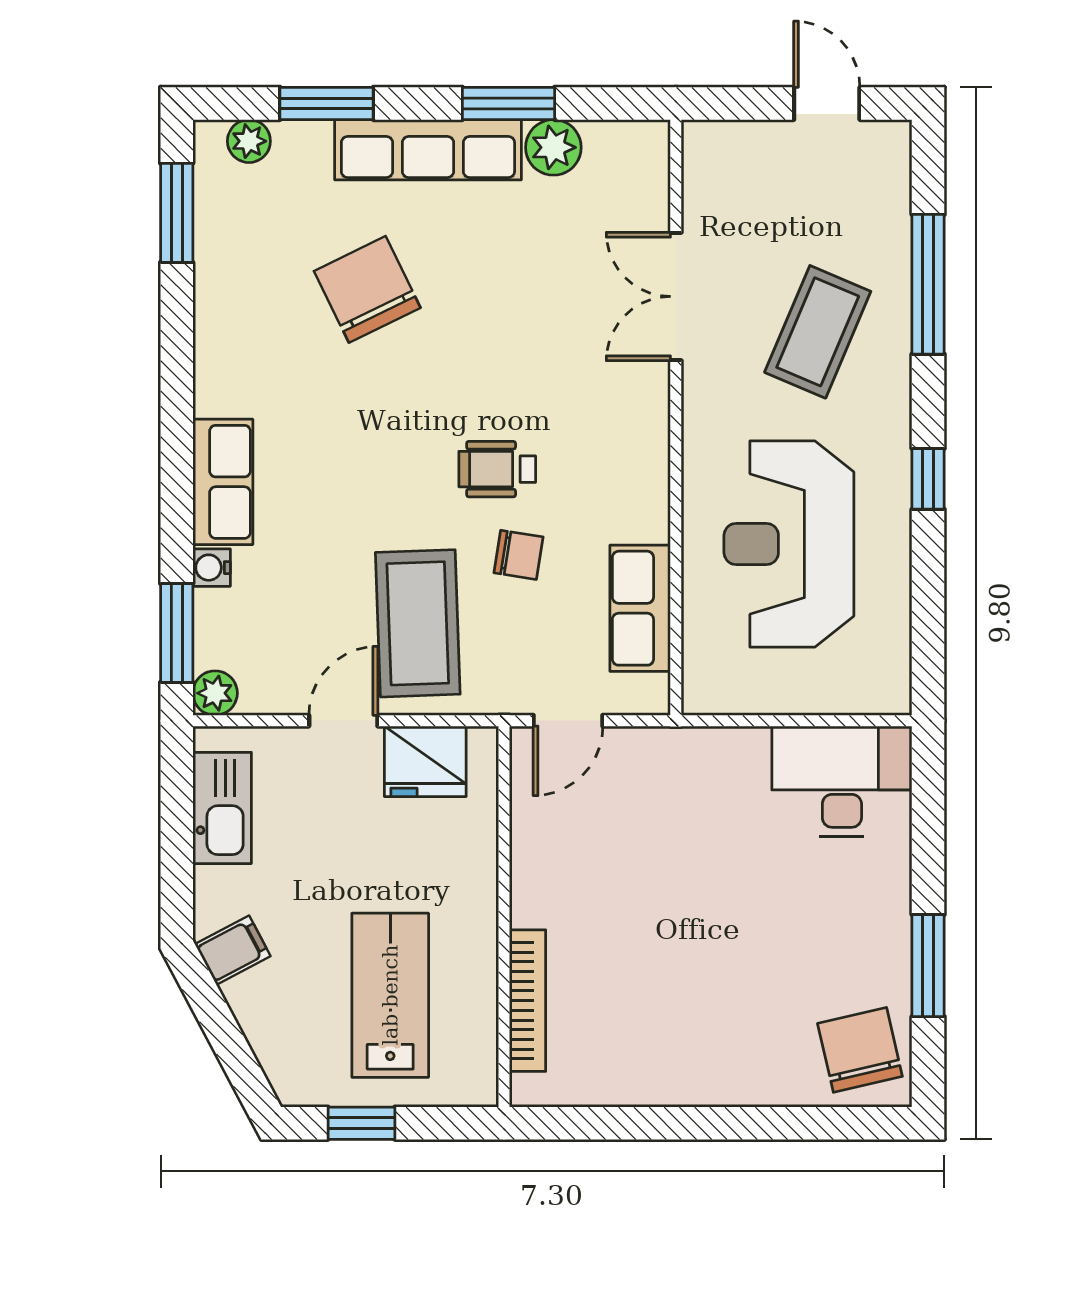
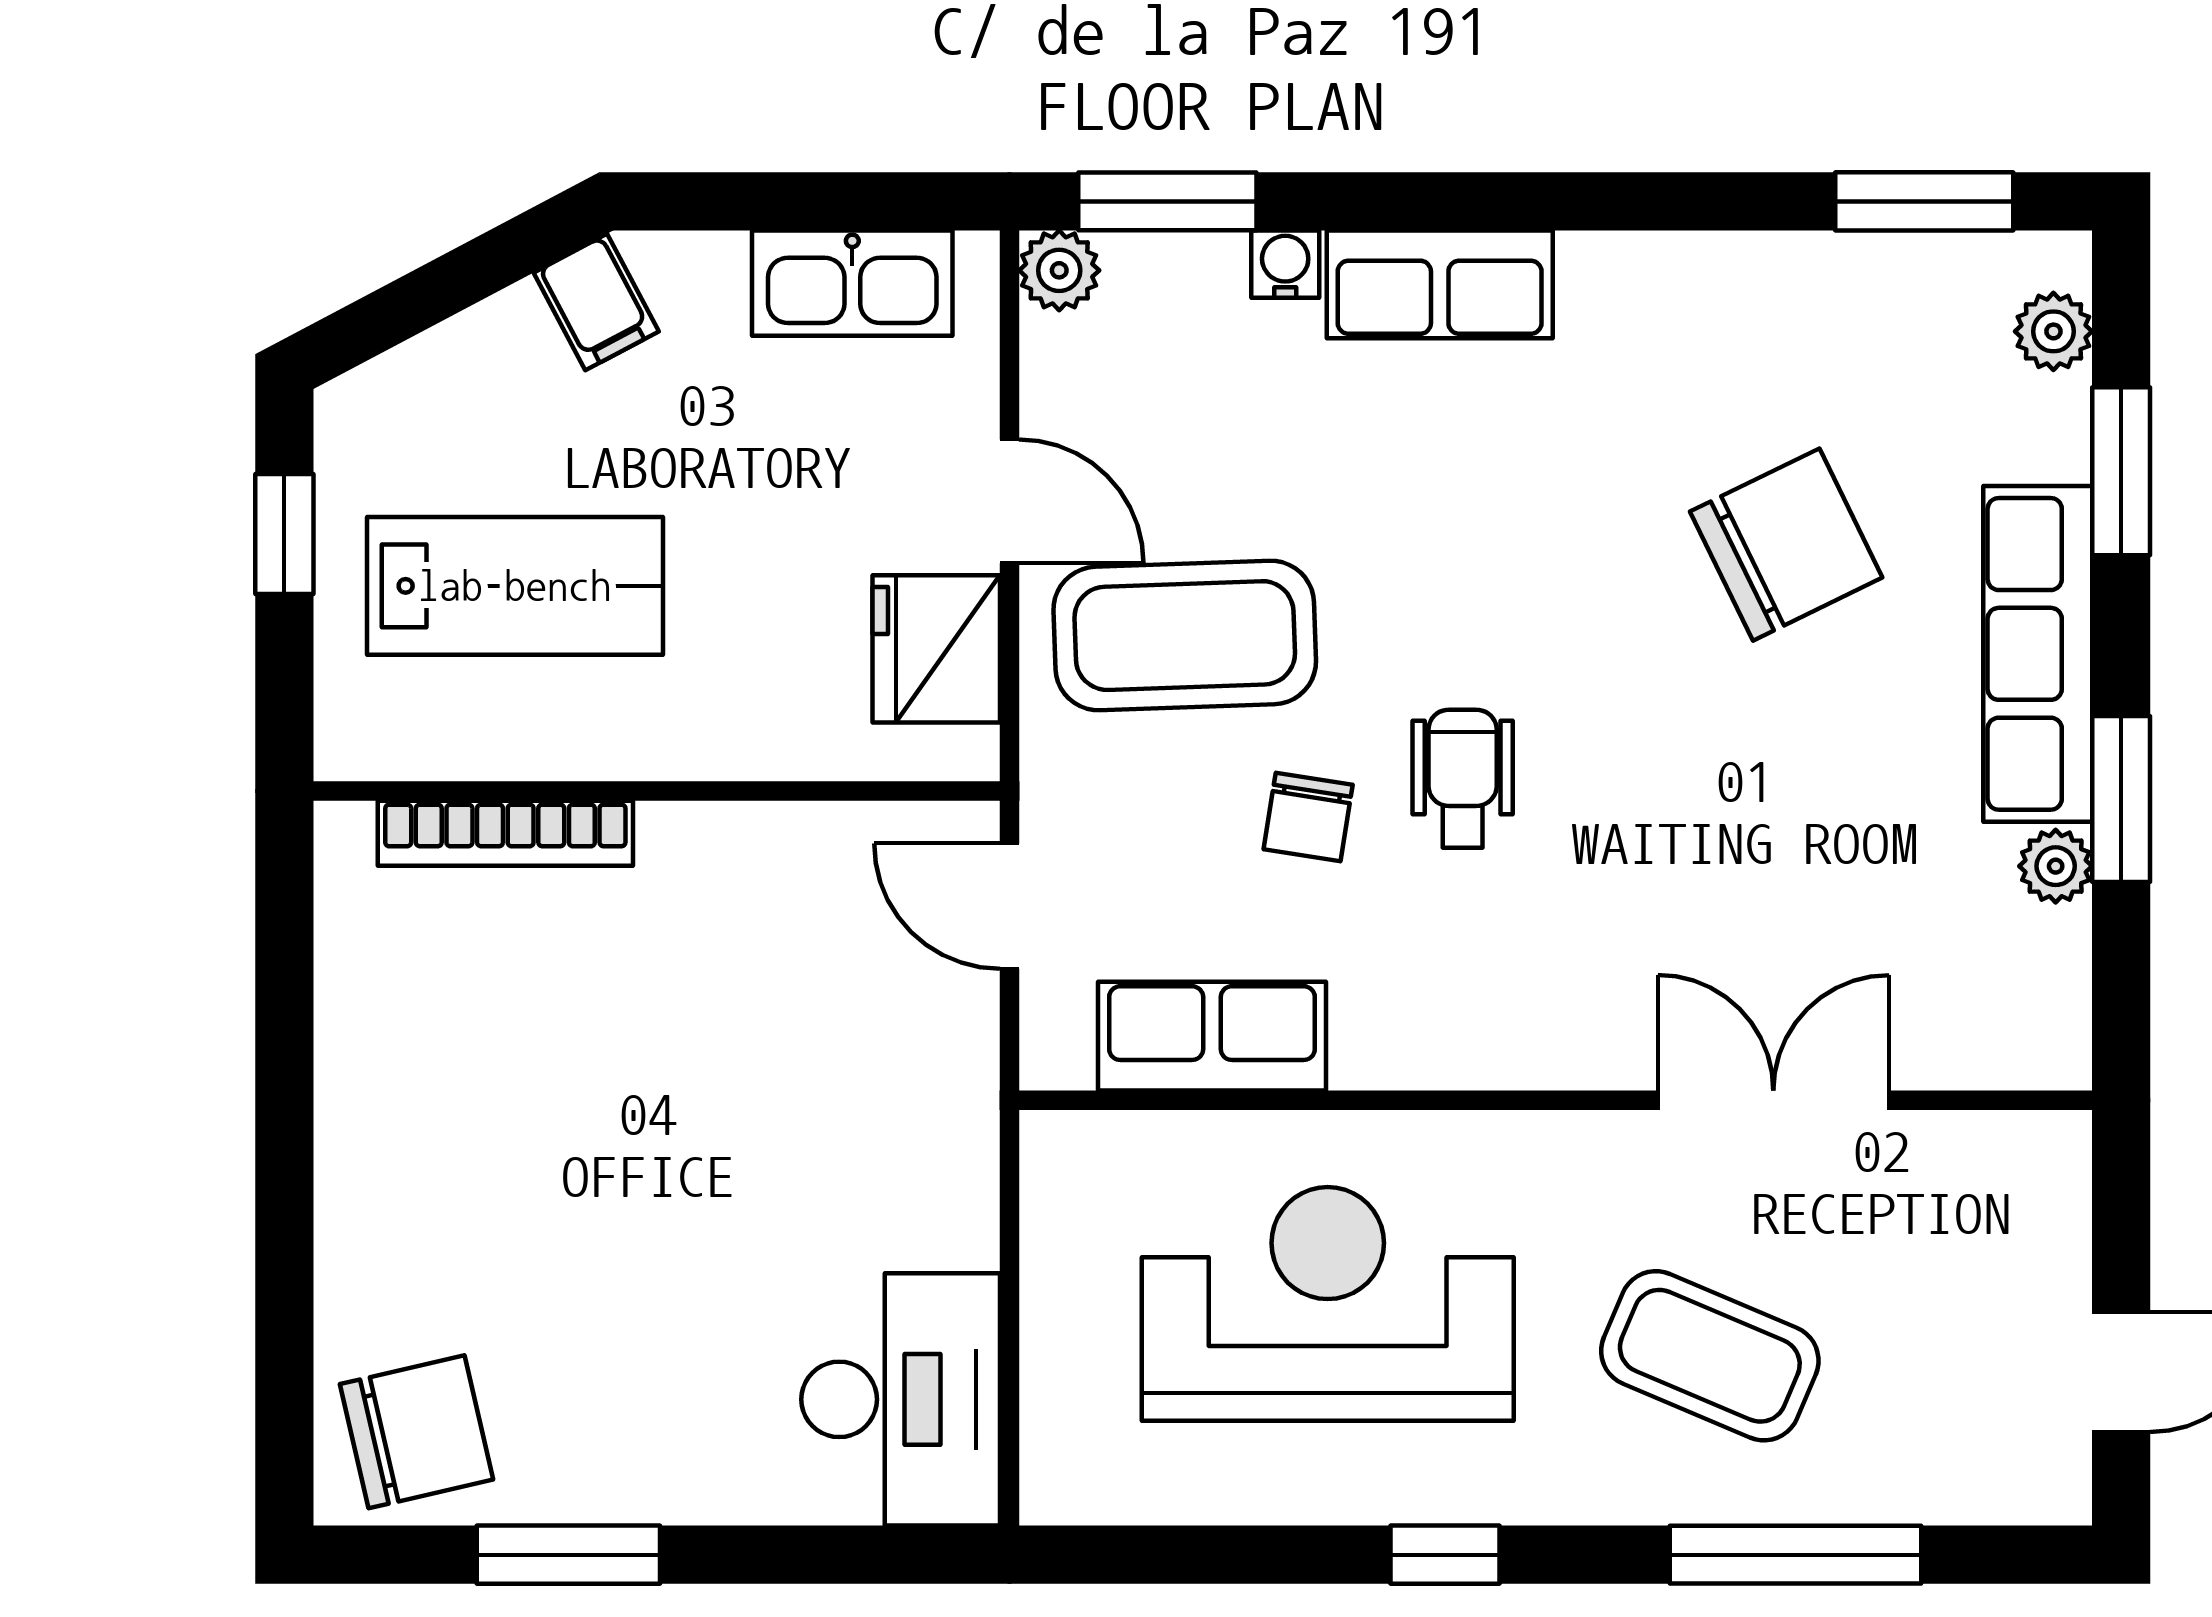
plant: (553, 147) -> (2056, 866), width x0.73, depth x0.73

